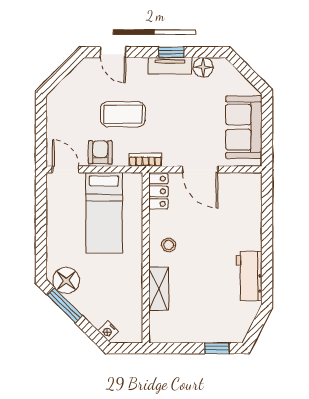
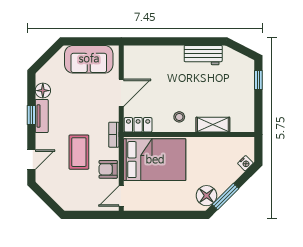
bed: (104, 213) -> (155, 160), width x1.50

